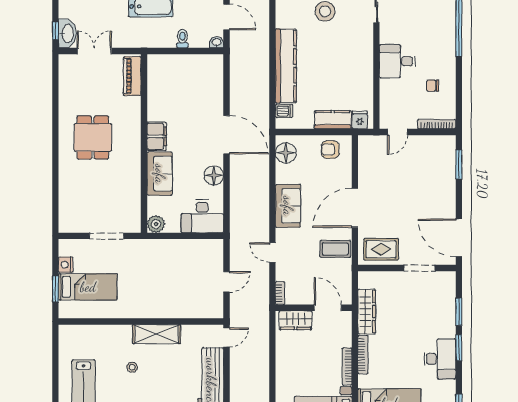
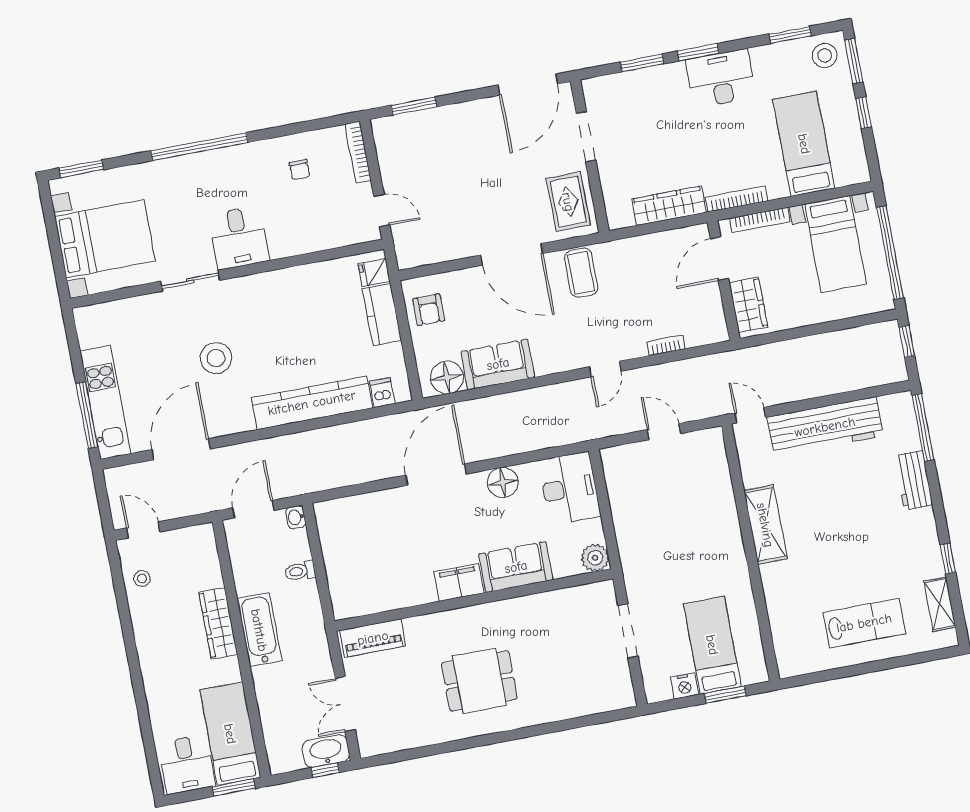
desk: (397, 61) -> (239, 238), moved
sofa: (288, 206) -> (498, 364), moved
wall: (314, 308) -> (724, 280), moved
door: (328, 308) -> (719, 259), moved
wardrobe: (296, 320) -> (748, 305), moved
stool: (132, 367) -> (824, 553), removed

